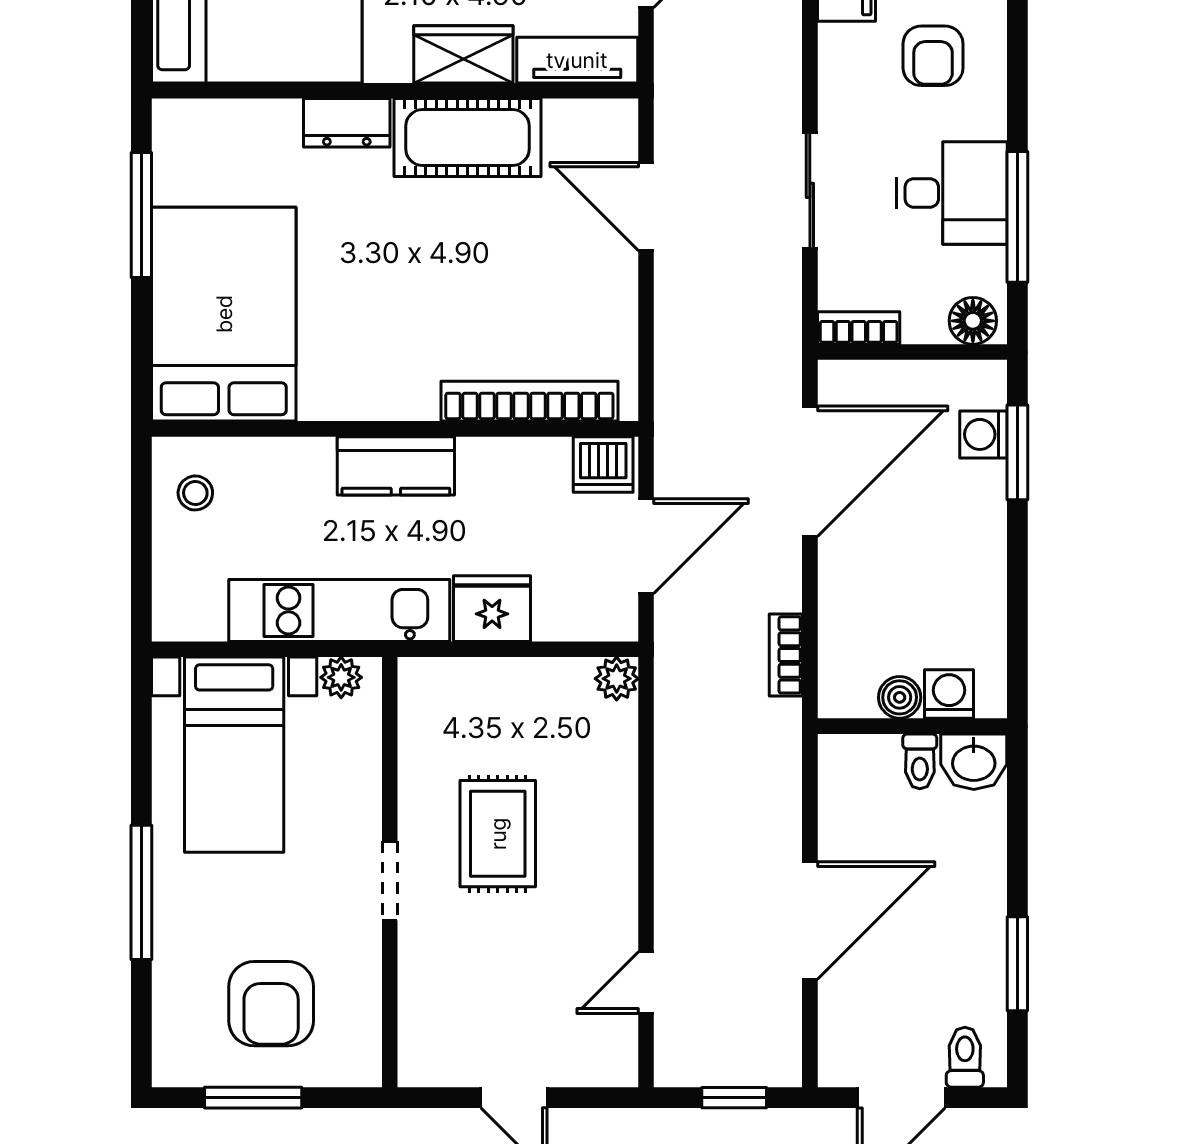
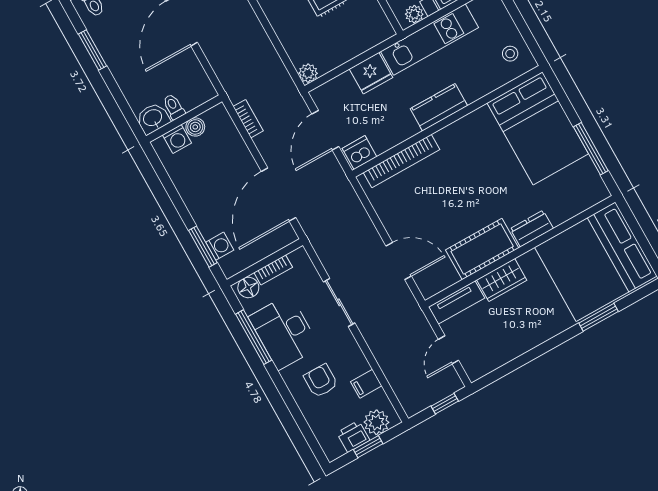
desk: (952, 193) -> (284, 332), width x1.37
bookcase: (859, 328) -> (273, 270), moved

